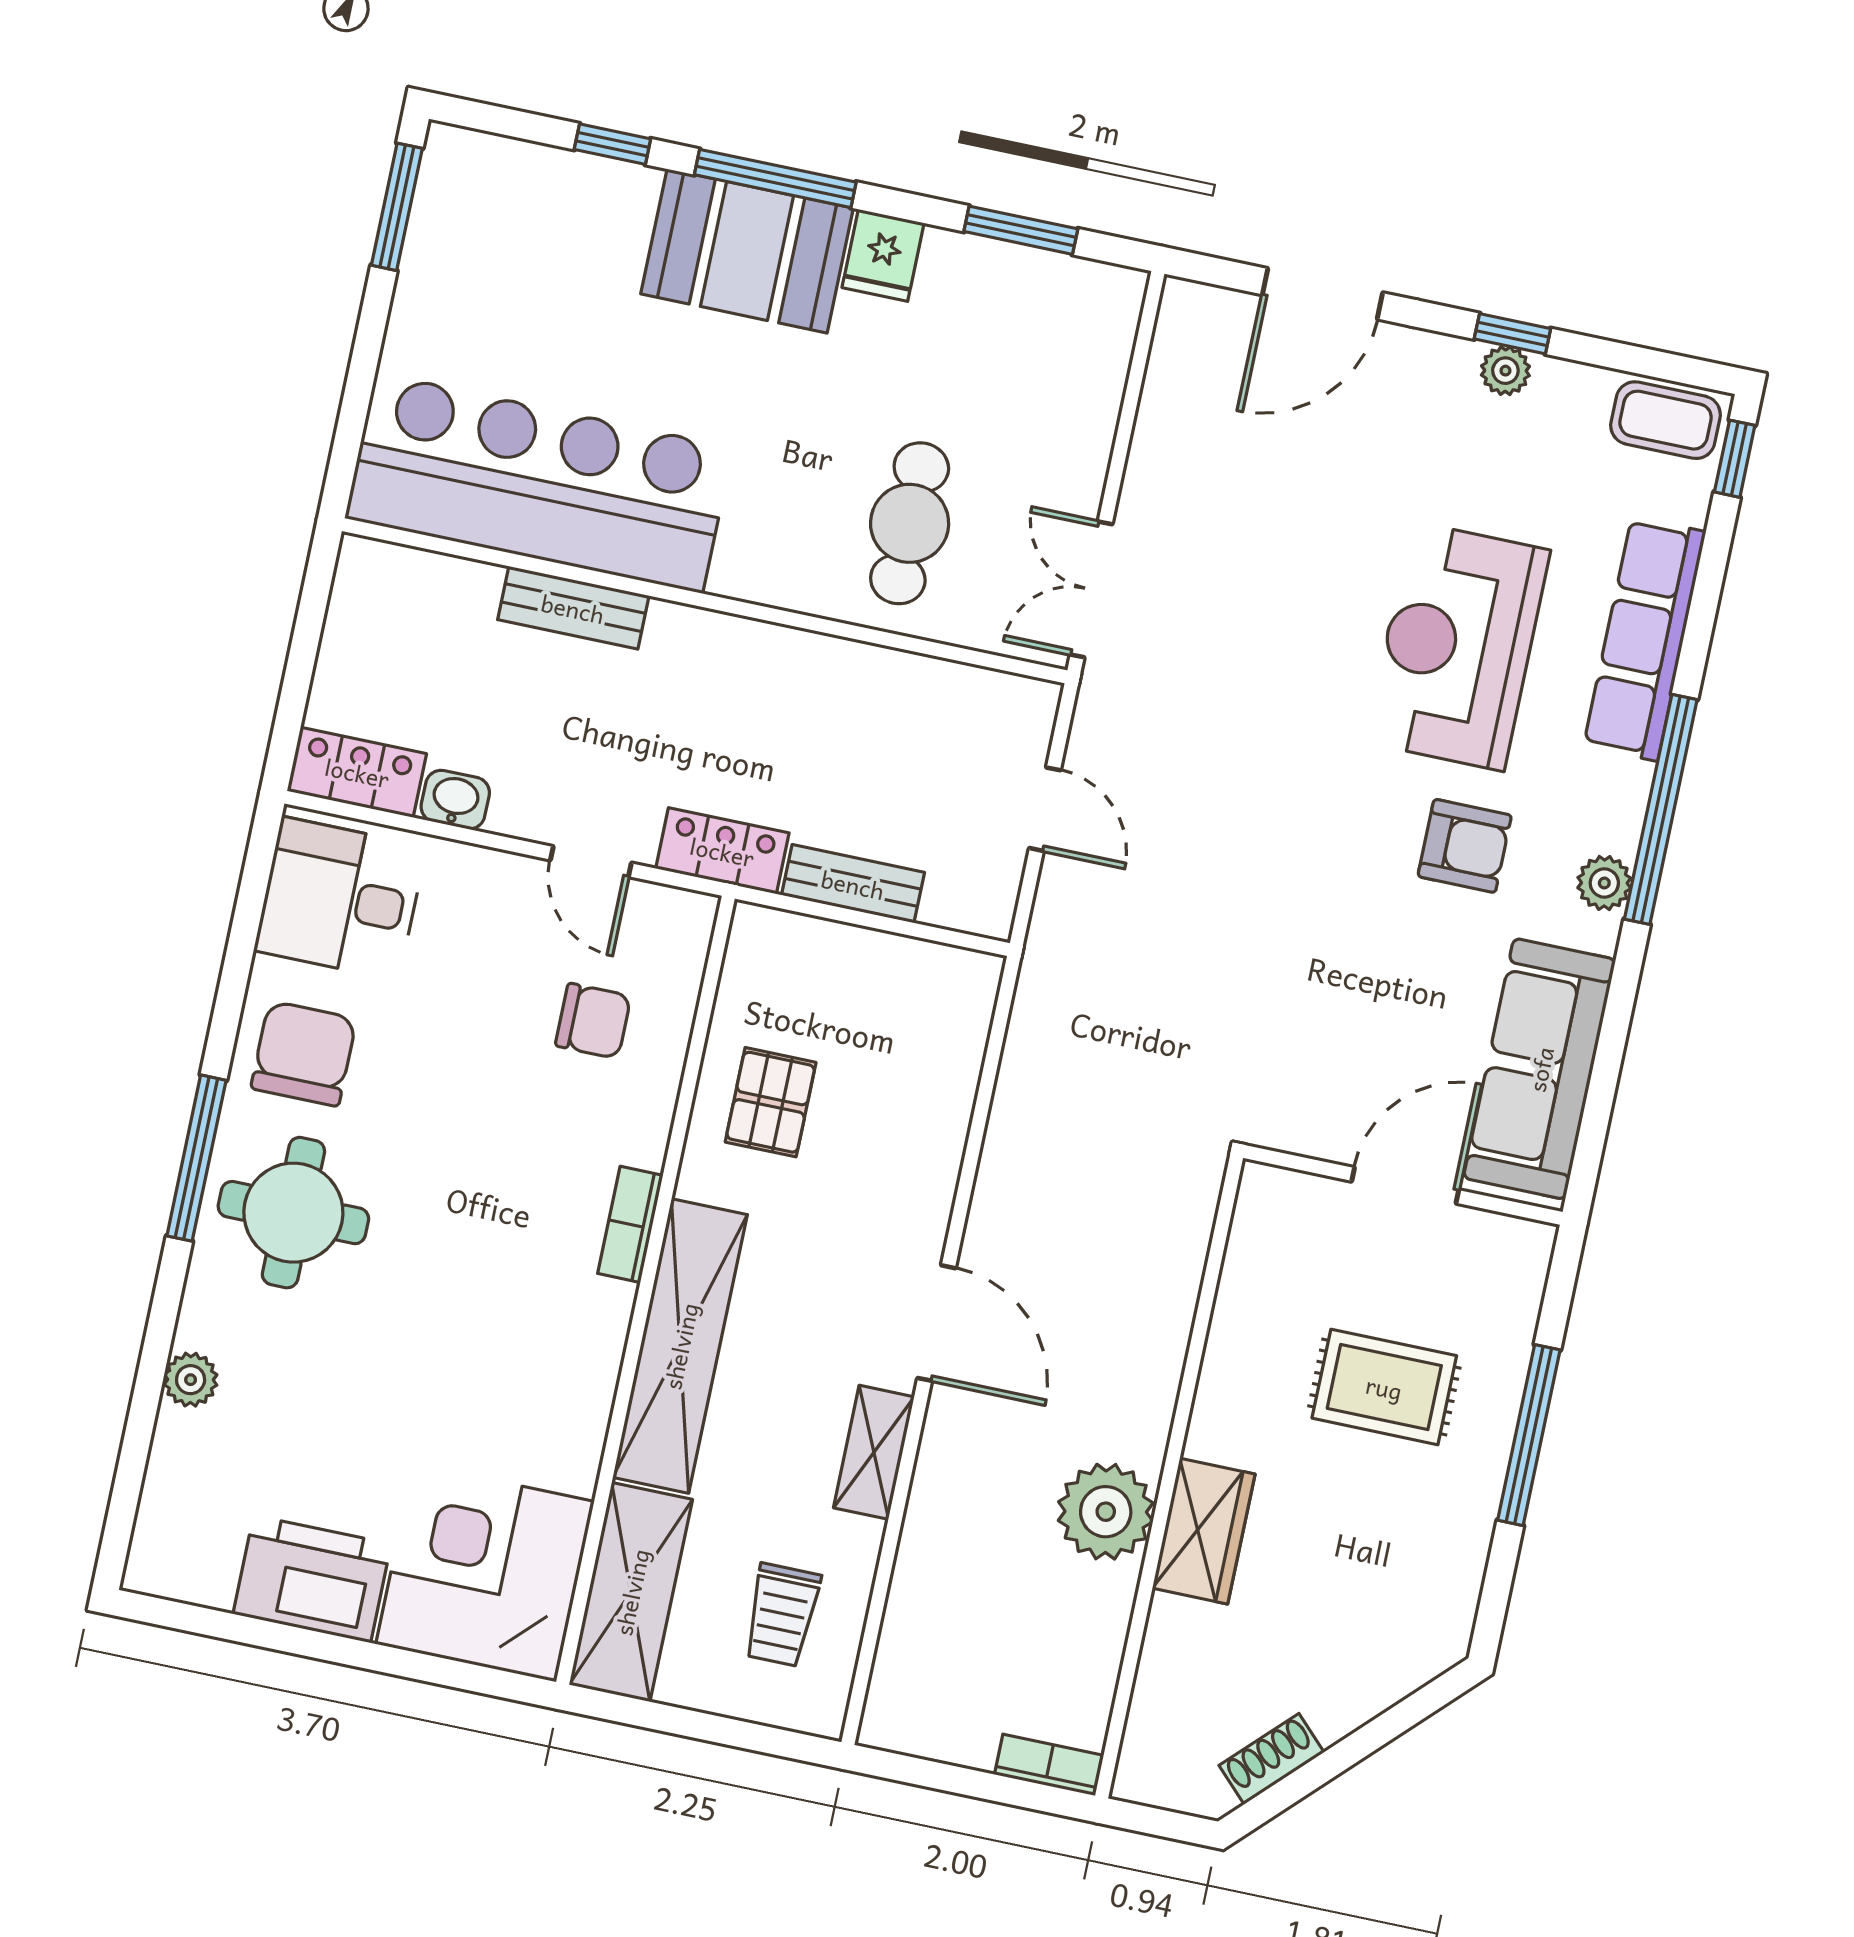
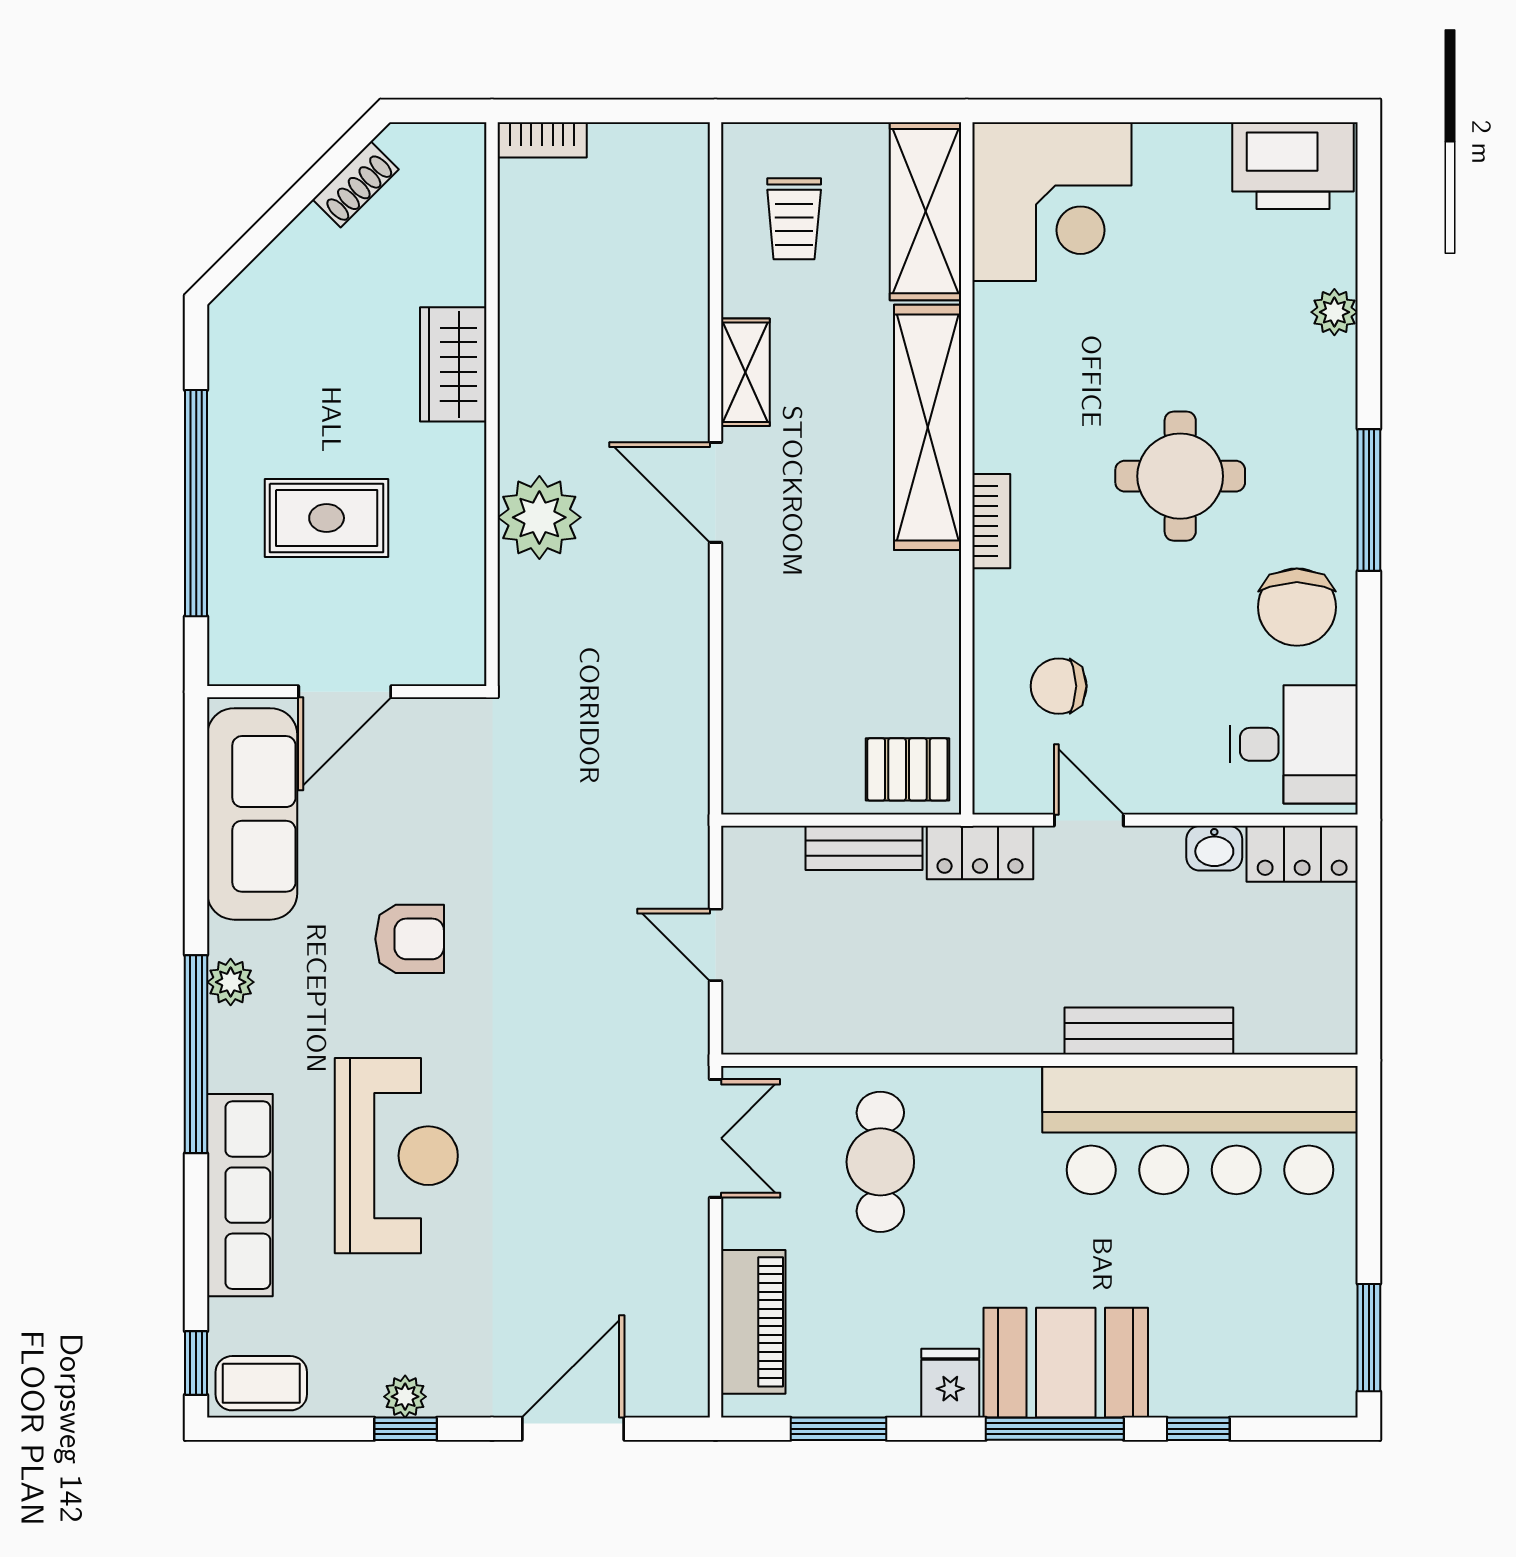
piano: (1092, 372) -> (753, 1322), added
bench: (573, 608) -> (1149, 1031), width x1.36
armchair: (1465, 846) -> (410, 939), moved, turned 180
pallet: (771, 1102) -> (907, 769), moved, turned 90
round table: (293, 1213) -> (1180, 476), moved
window: (1529, 1435) -> (196, 503), width x1.46
plant: (1106, 1512) -> (539, 517), moved
printer: (312, 1579) -> (1293, 166), moved
trolley: (782, 1615) -> (794, 219), turned 180

